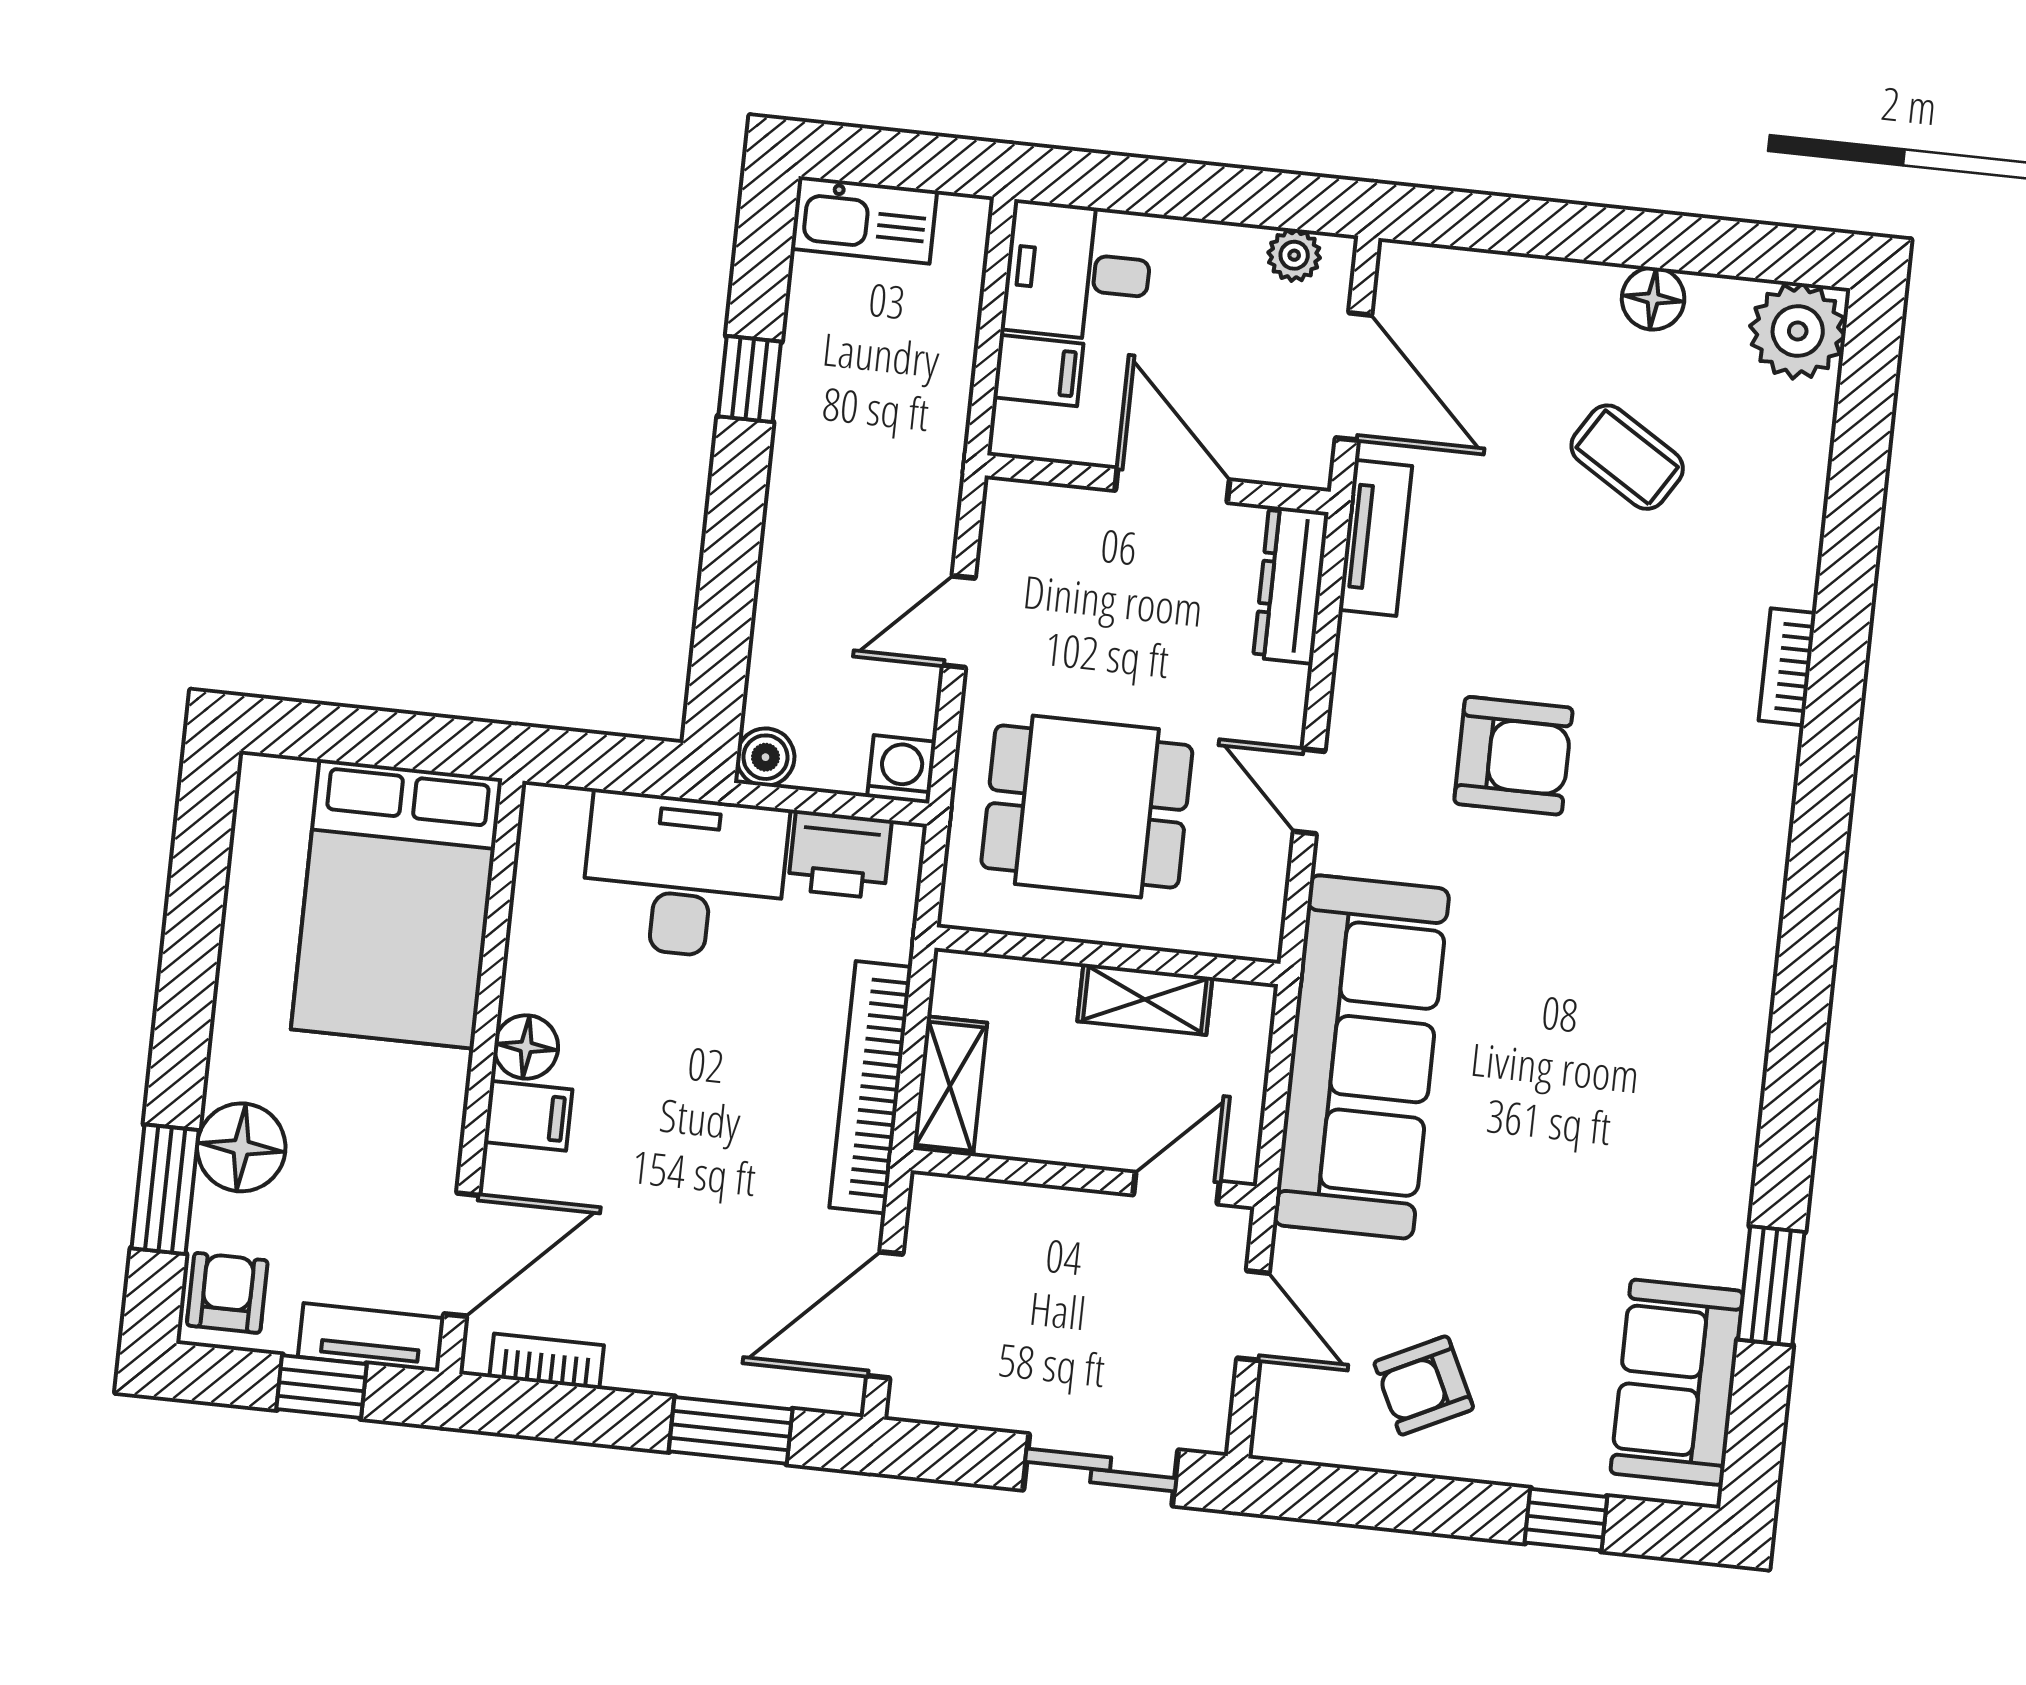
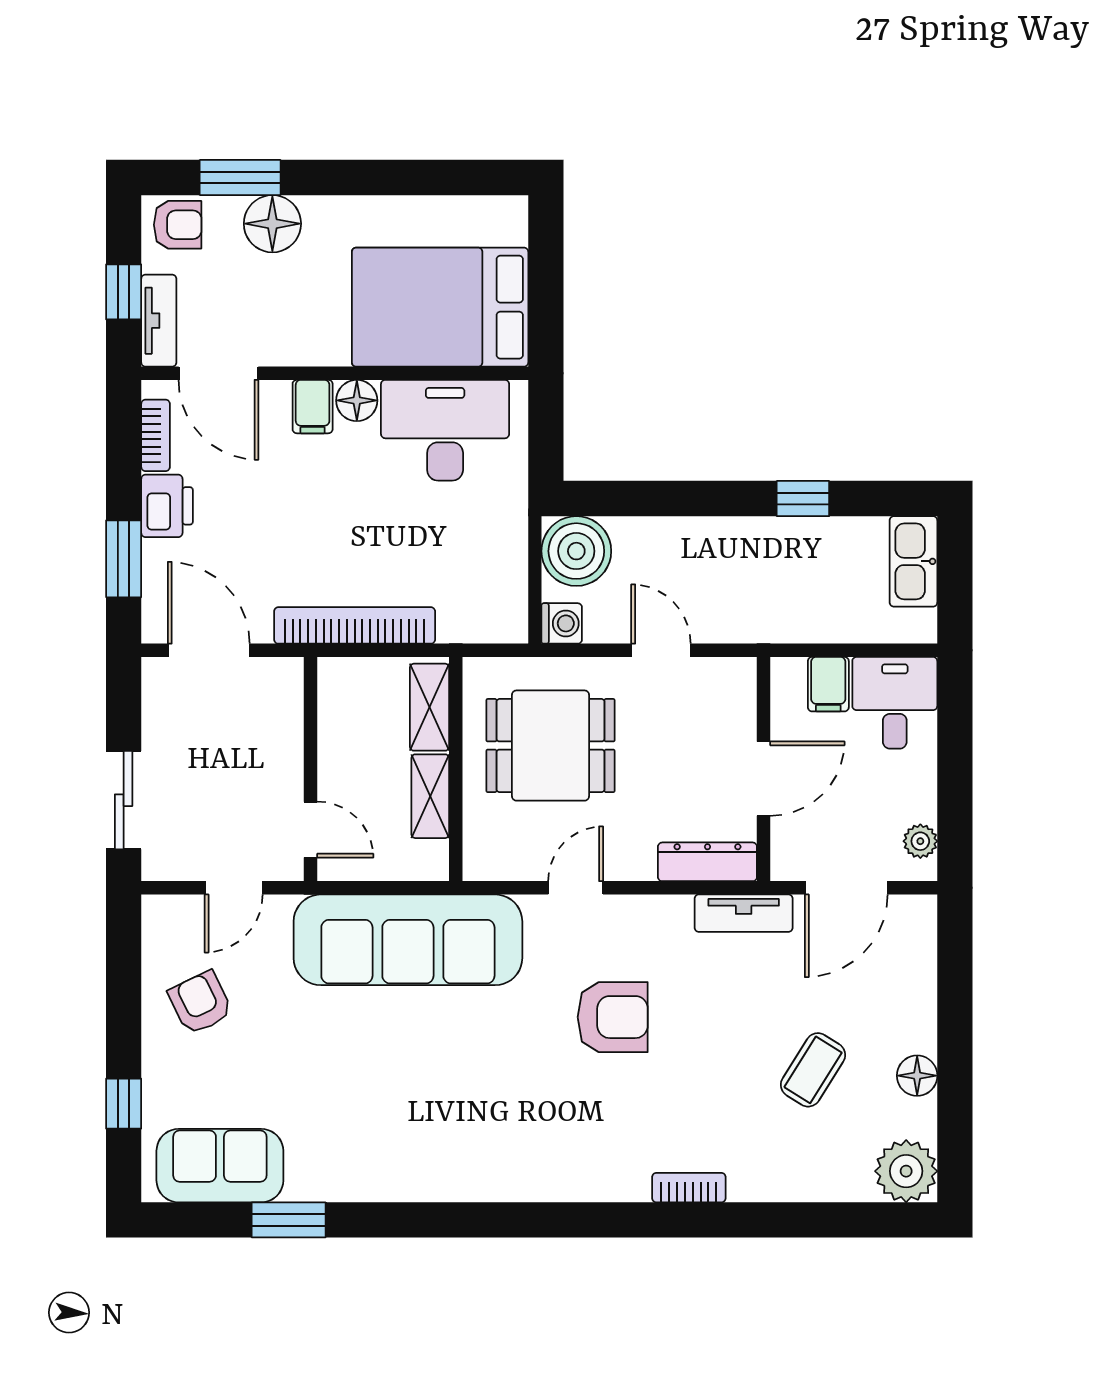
armchair: (1513, 756) -> (613, 1017), turned -90
boiler: (765, 757) -> (576, 551), width x1.86, depth x1.86
dining table: (1087, 807) -> (550, 746), turned 90
printer: (840, 855) -> (167, 506), moved, turned 180
desk: (684, 876) -> (445, 430), moved, turned -90
shelving: (950, 1086) -> (429, 707), moved, turned 90

